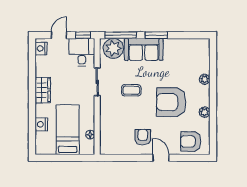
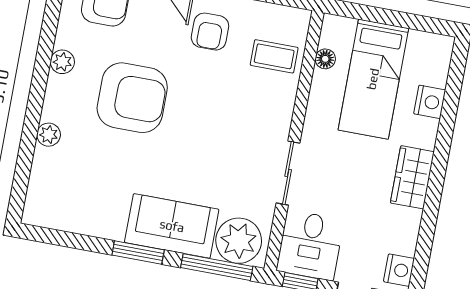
coffee table: (131, 90) -> (274, 56), moved

